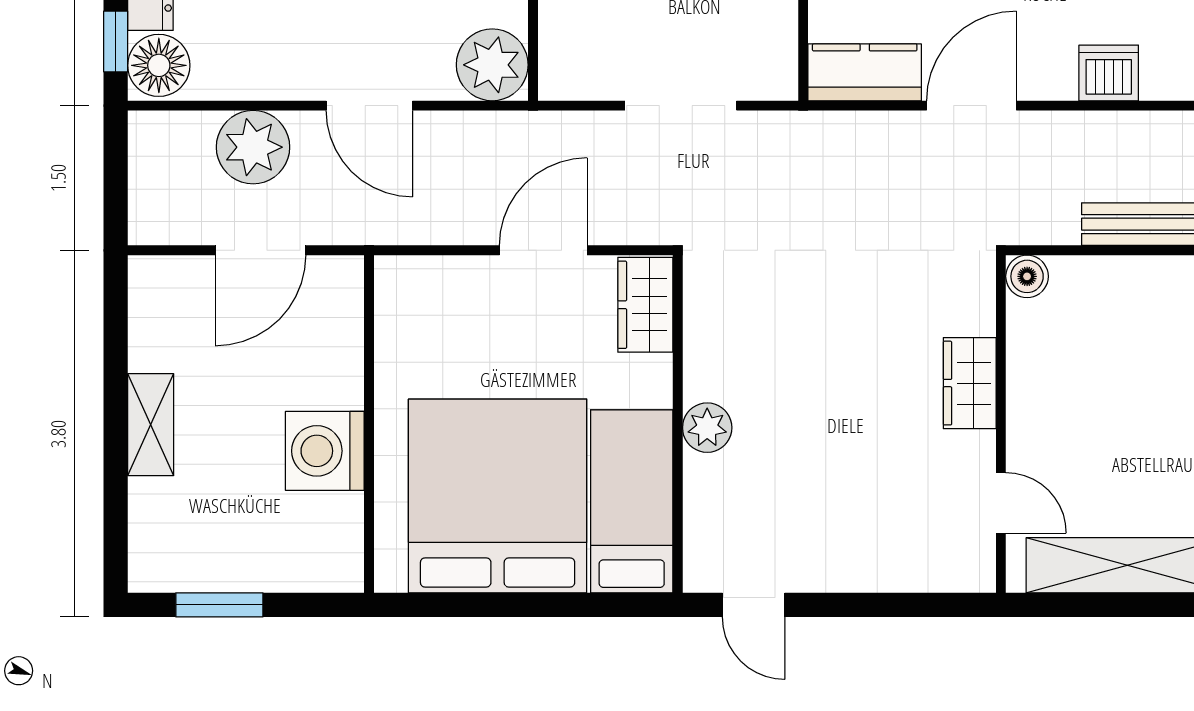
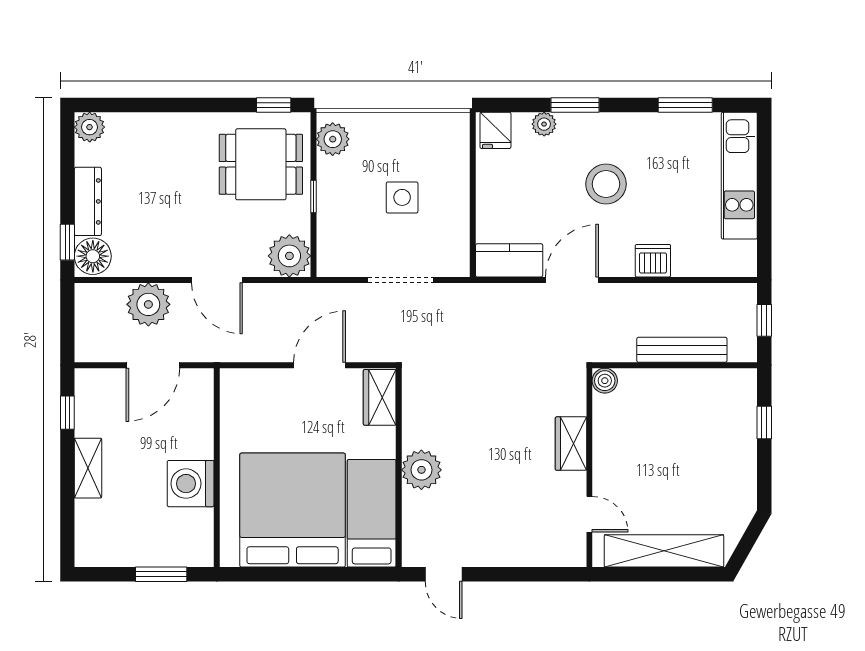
window: (116, 331) -> (67, 413), added
plant: (707, 428) -> (421, 470), width x1.36, depth x1.36
window: (219, 605) -> (161, 574), moved

